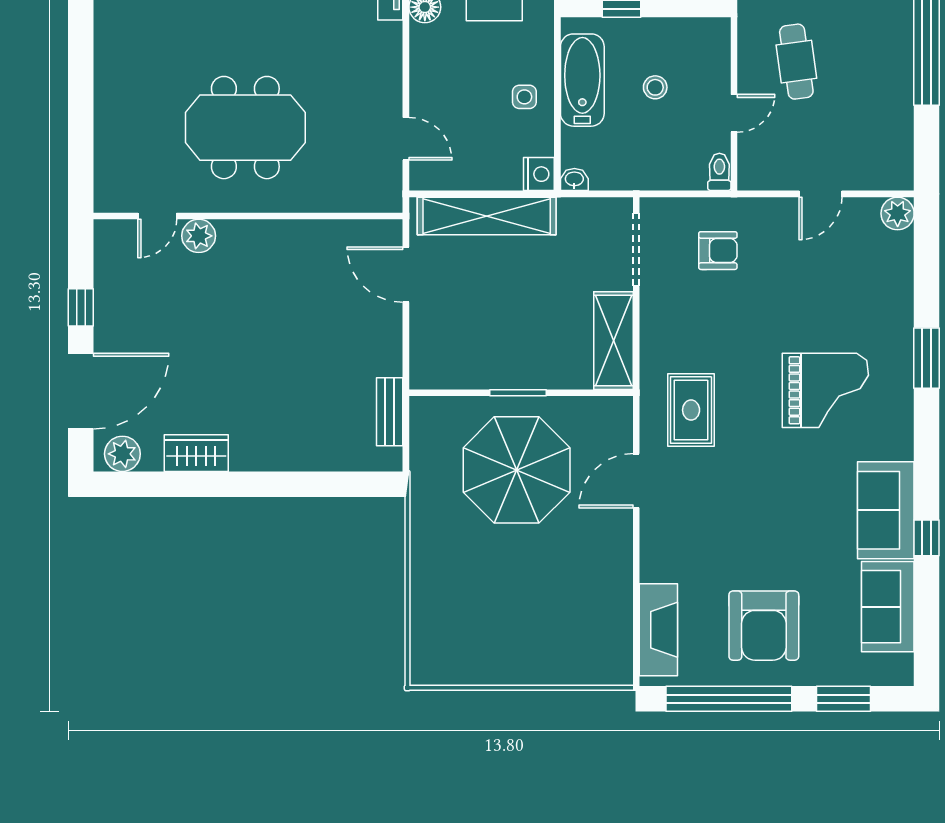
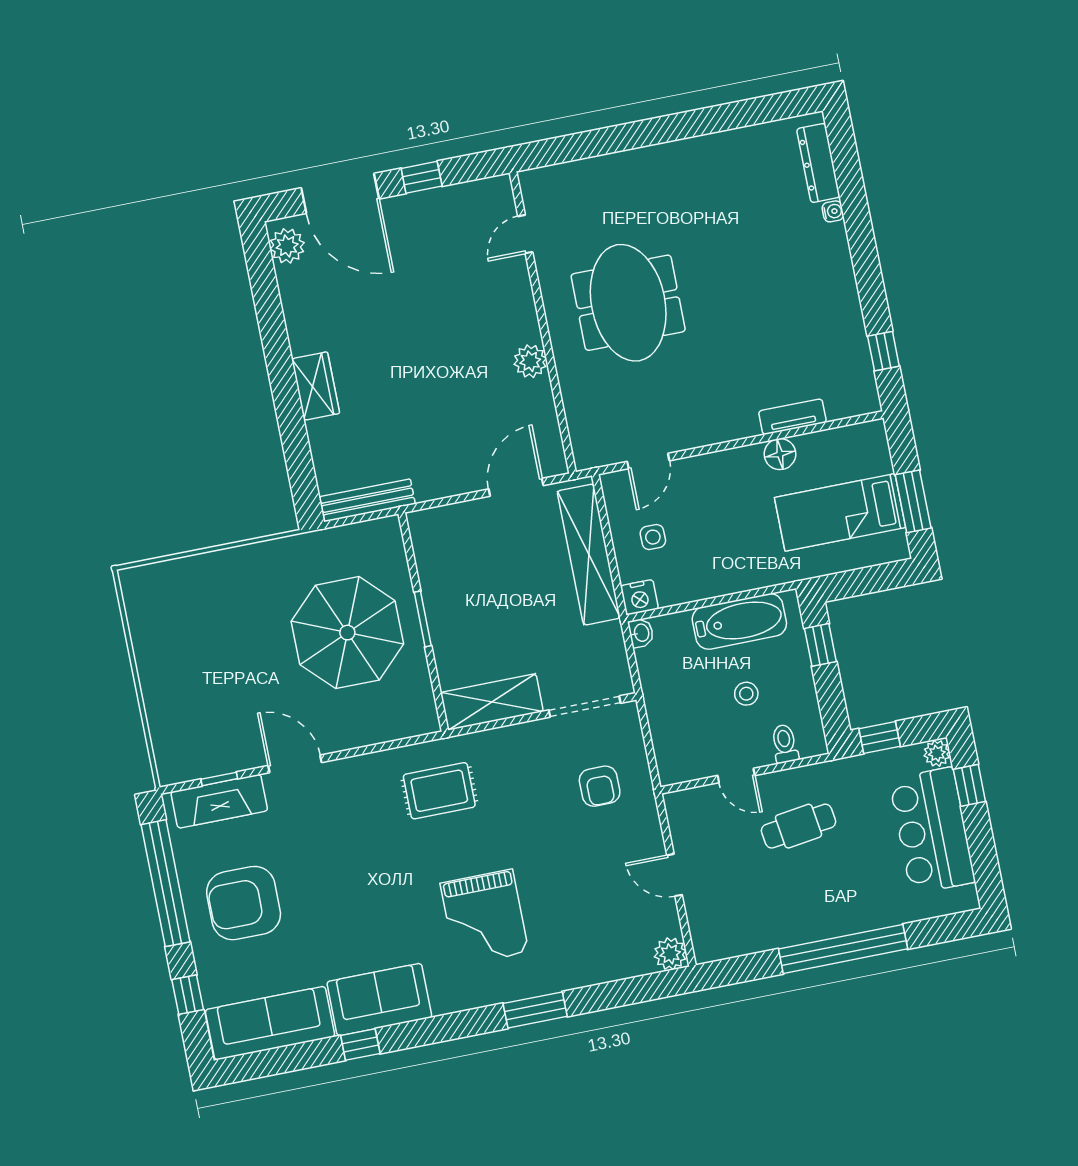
side table: (524, 97) -> (653, 537), moved
toilet: (719, 172) -> (785, 744), moved, turned -90
door: (157, 216) -> (525, 234), hinge flipped
plant: (199, 236) -> (530, 361), moved
bench: (390, 412) -> (367, 500), width x1.36
wardrobe: (196, 453) -> (316, 386), moved
door: (636, 481) -> (295, 764), moved
sofa: (888, 607) -> (270, 1023), width x1.36
window: (636, 625) -> (219, 779), added
window: (843, 699) -> (188, 995), width x0.67

